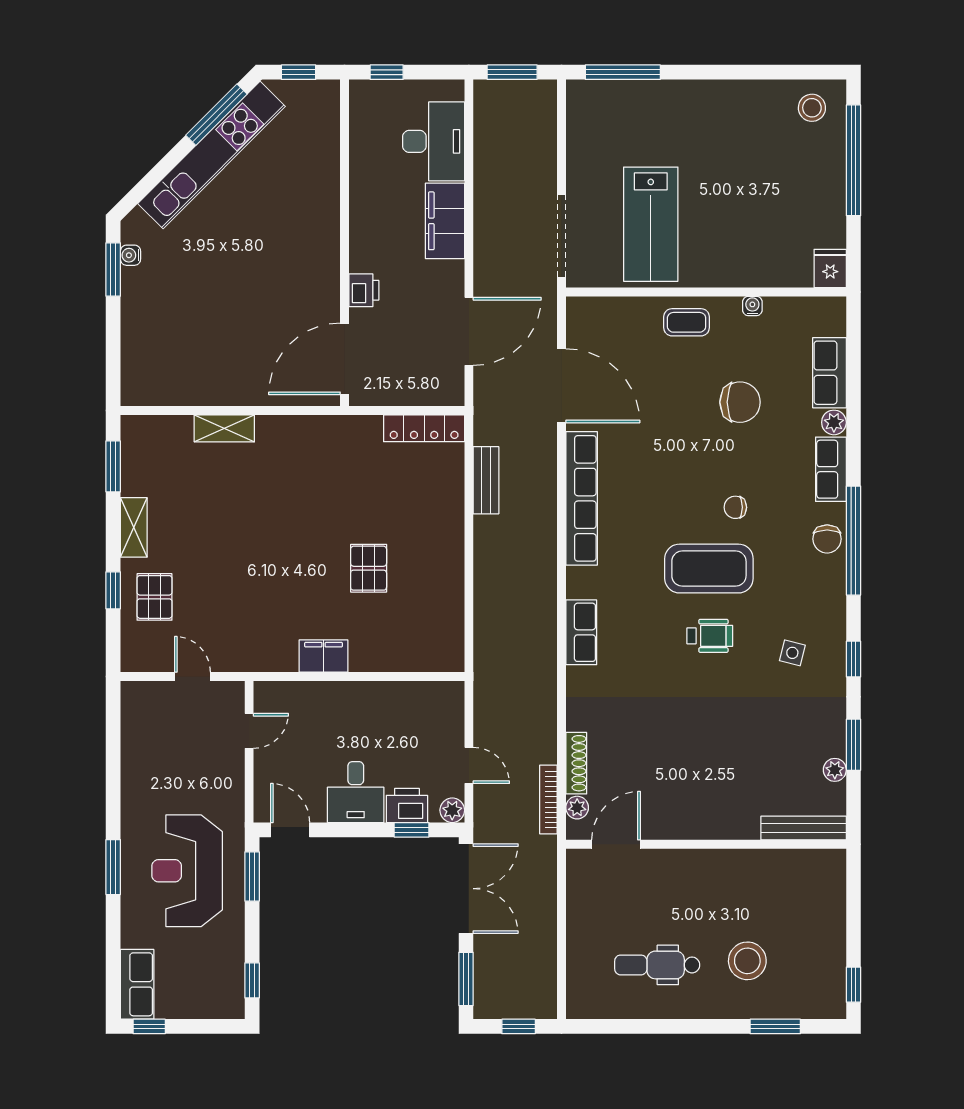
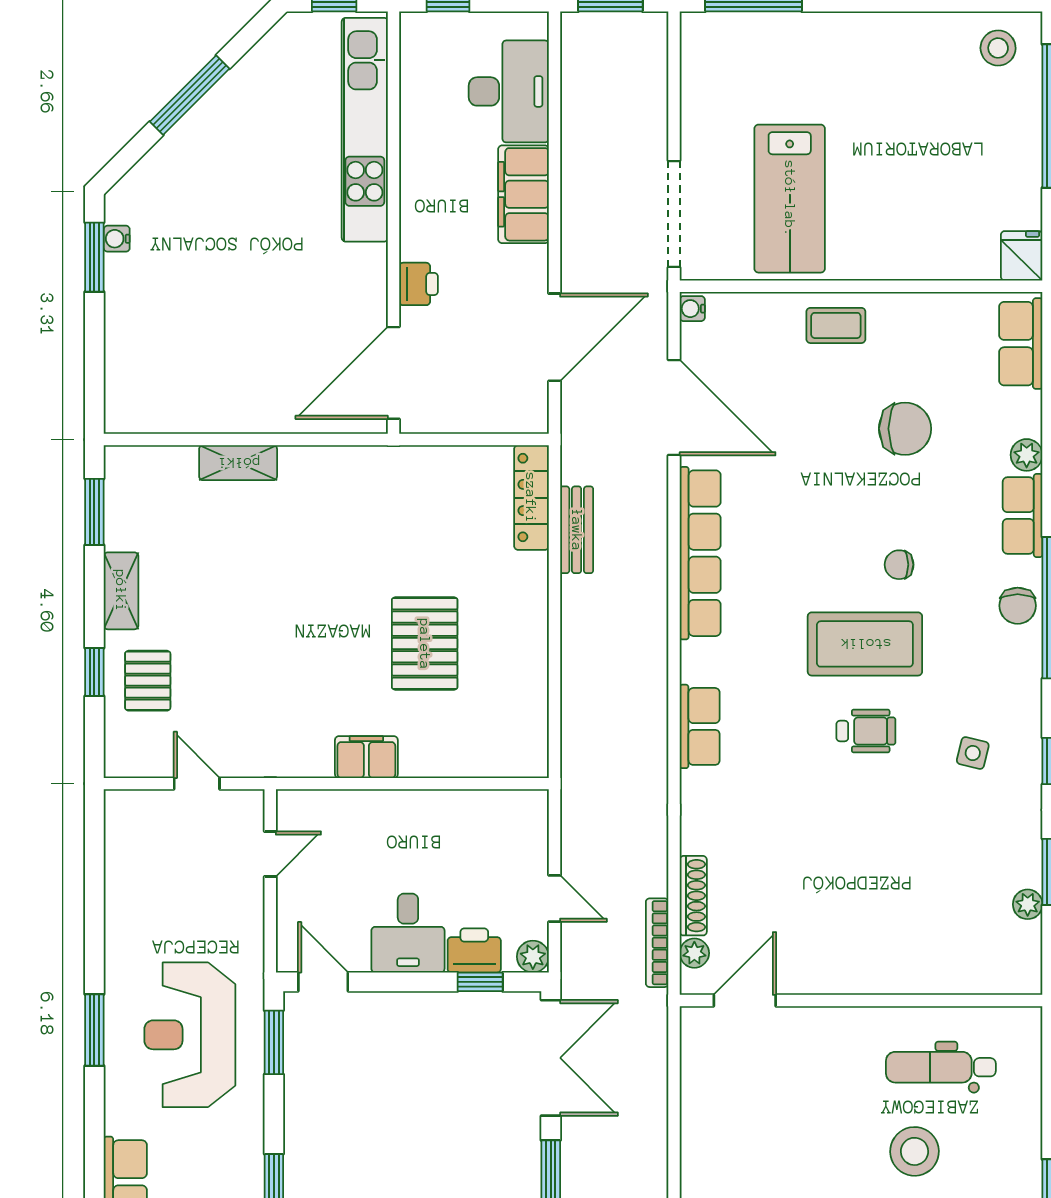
window: (216, 115) -> (190, 95), moved
kitchen unit: (212, 155) -> (365, 130), moved, turned 135
water cooler: (752, 306) -> (692, 309), moved, turned -90
row of seats: (829, 373) -> (1021, 344), moved
locker: (424, 428) -> (531, 498), moved, turned 90
pallet: (369, 568) -> (425, 644), width x1.50, depth x1.42
bench: (804, 828) -> (987, 979), removed
dental chair: (657, 965) -> (941, 1067), moved

